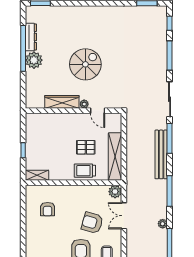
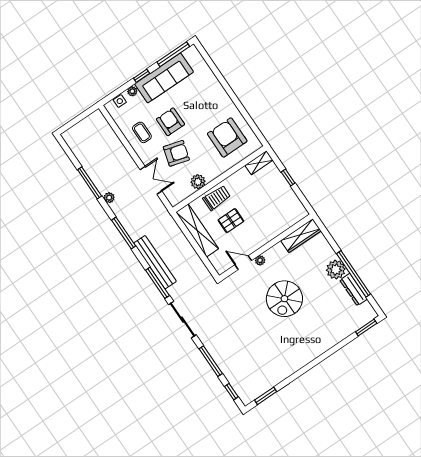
wardrobe: (62, 102) -> (301, 236), moved
plant: (115, 192) -> (198, 182), moved
armchair: (48, 209) -> (227, 137), width x1.88, depth x1.88

